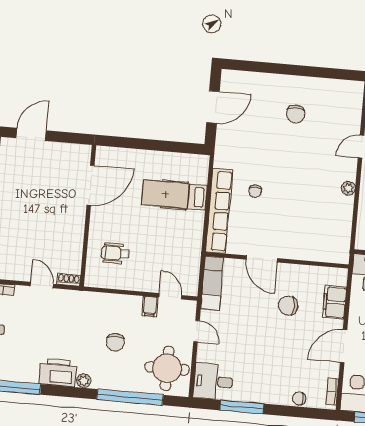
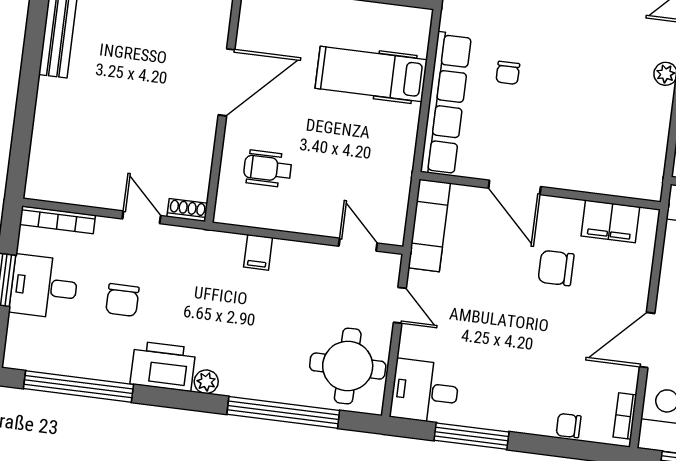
door: (91, 185) -> (227, 82), moved
filing cabinet: (335, 302) -> (610, 221), moved, turned -90
filing cabinet: (150, 306) -> (258, 252), moved
chair: (115, 342) -> (122, 300), moved

